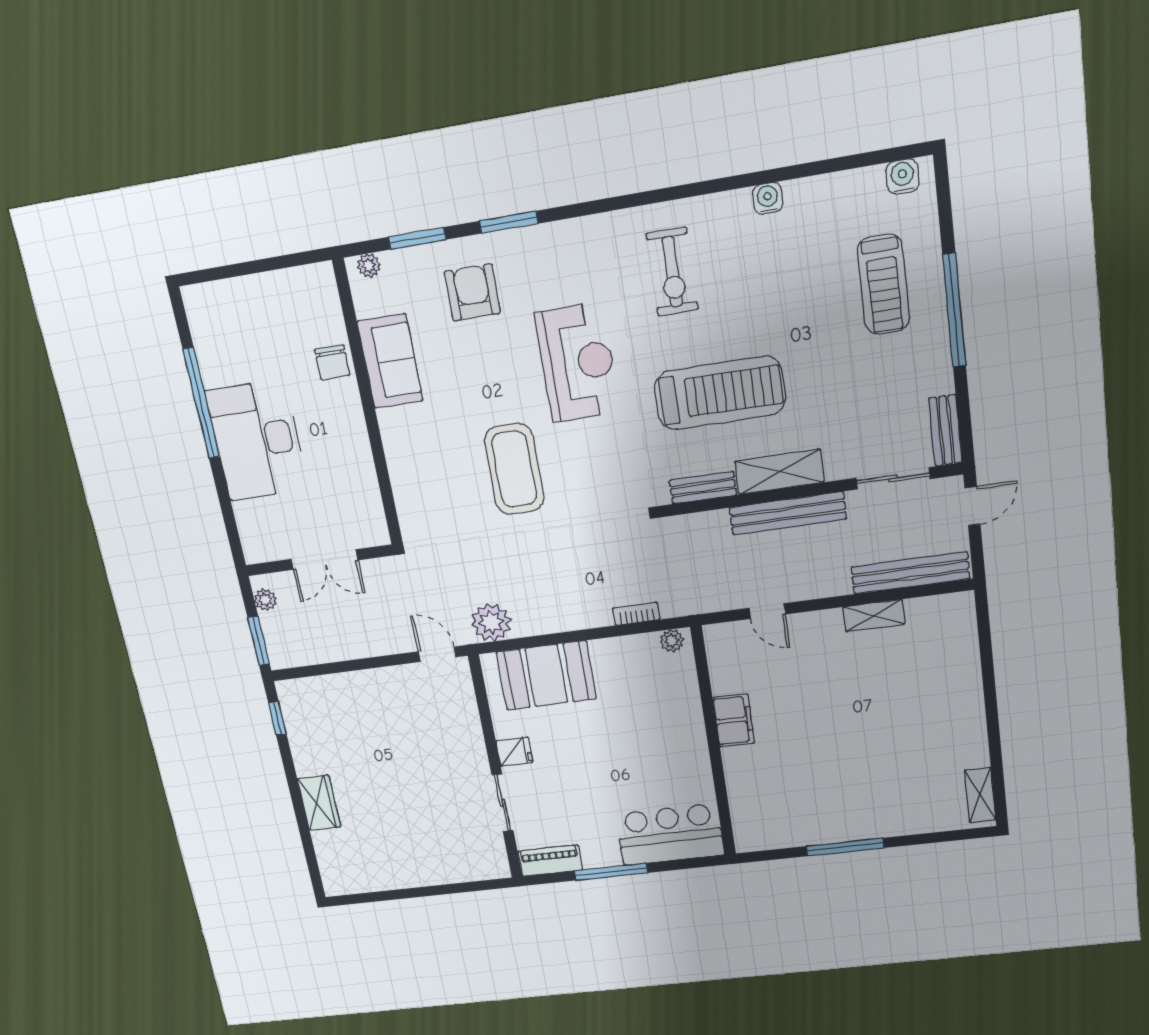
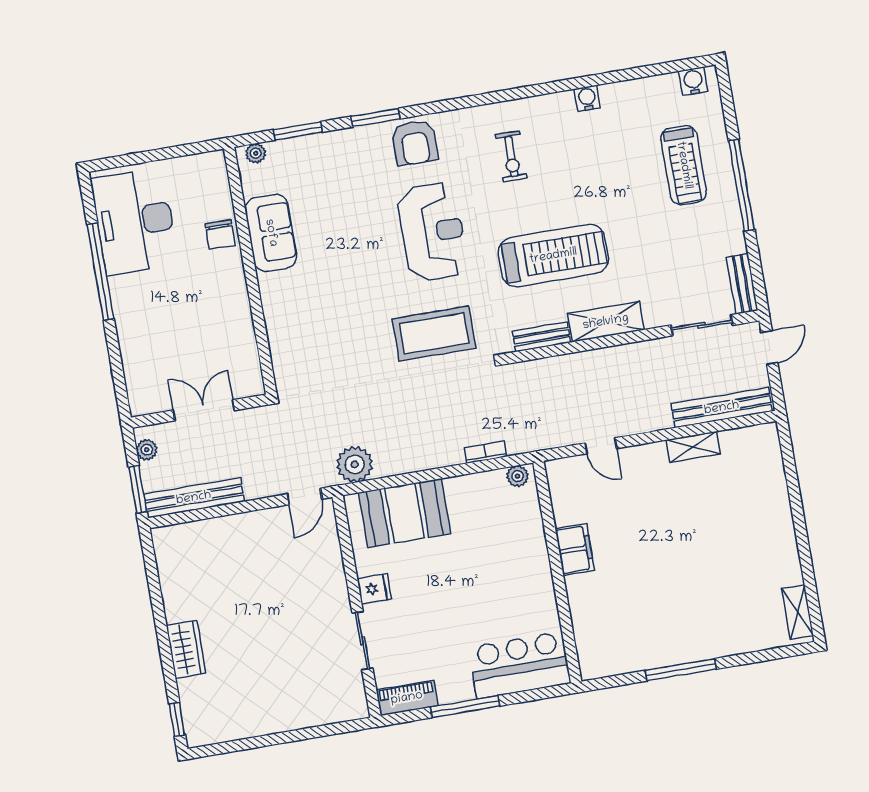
exercise bike: (672, 272) -> (511, 156), width x0.73, depth x0.72
armchair: (472, 292) -> (415, 143), moved, turned 180
desk: (257, 440) -> (135, 221), moved
coffee table: (514, 469) -> (434, 333), moved, turned 90
bench: (788, 513) -> (194, 498), moved
double door: (325, 560) -> (204, 410), swing flipped
door: (437, 654) -> (305, 496), swing flipped
window: (277, 718) -> (177, 719), moved

